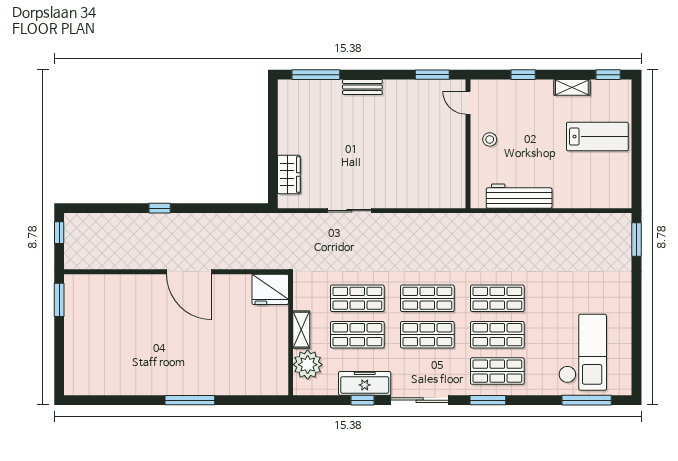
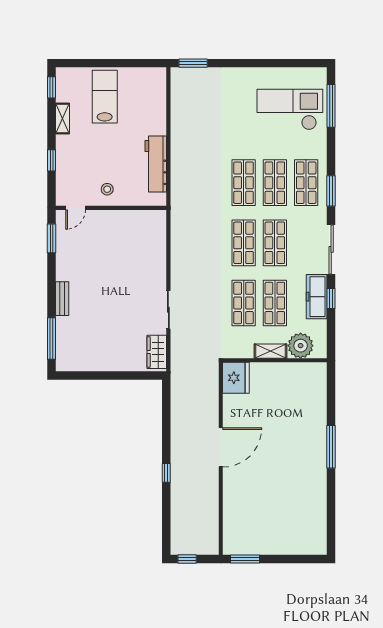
wardrobe: (289, 174) -> (157, 352), moved, turned -90

